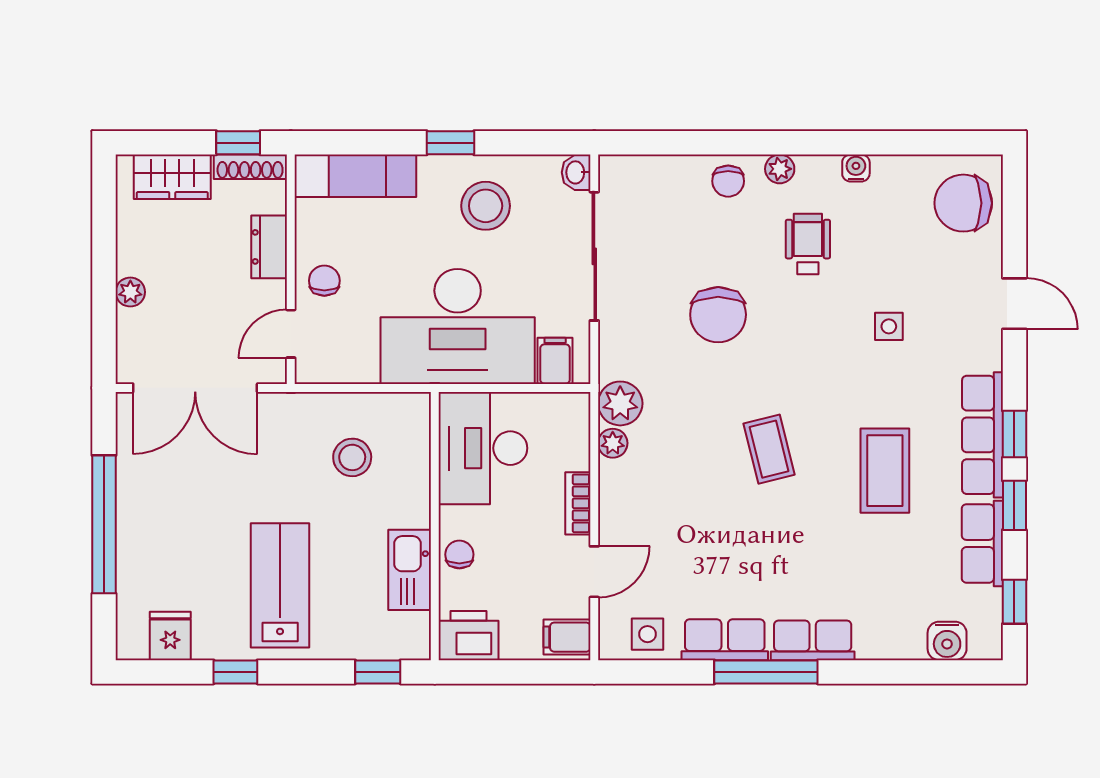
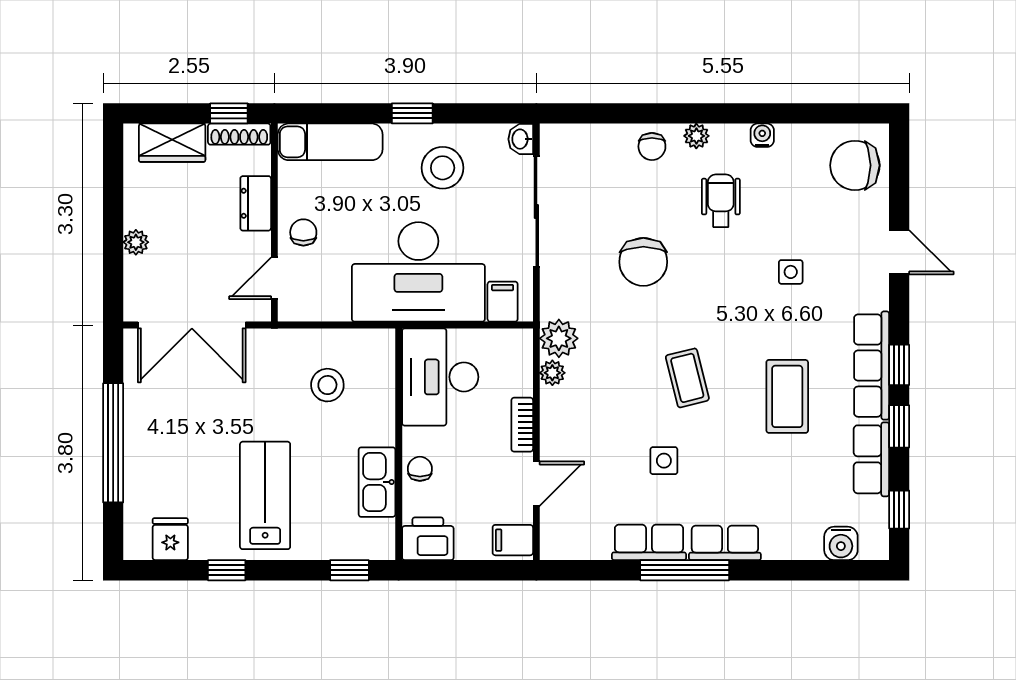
side table: (648, 634) -> (664, 461), moved

